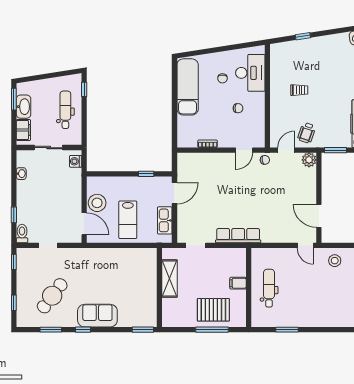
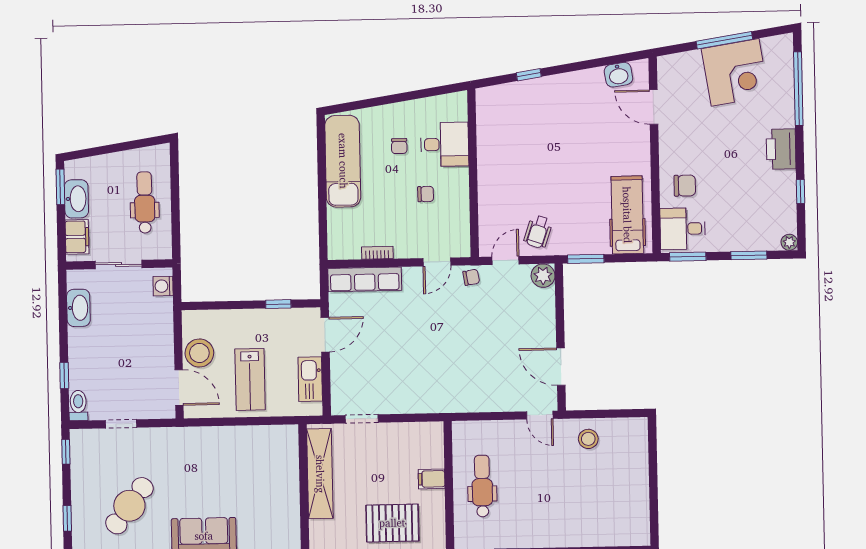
desk: (250, 73) -> (445, 144), width x0.73
window: (84, 89) -> (174, 169), removed
trolley: (299, 90) -> (525, 162), removed
washbasin: (21, 174) -> (78, 308), width x1.91, depth x1.45
row of seats: (238, 236) -> (365, 279), moved, turned 180
shelving: (169, 278) -> (320, 474), width x1.47

